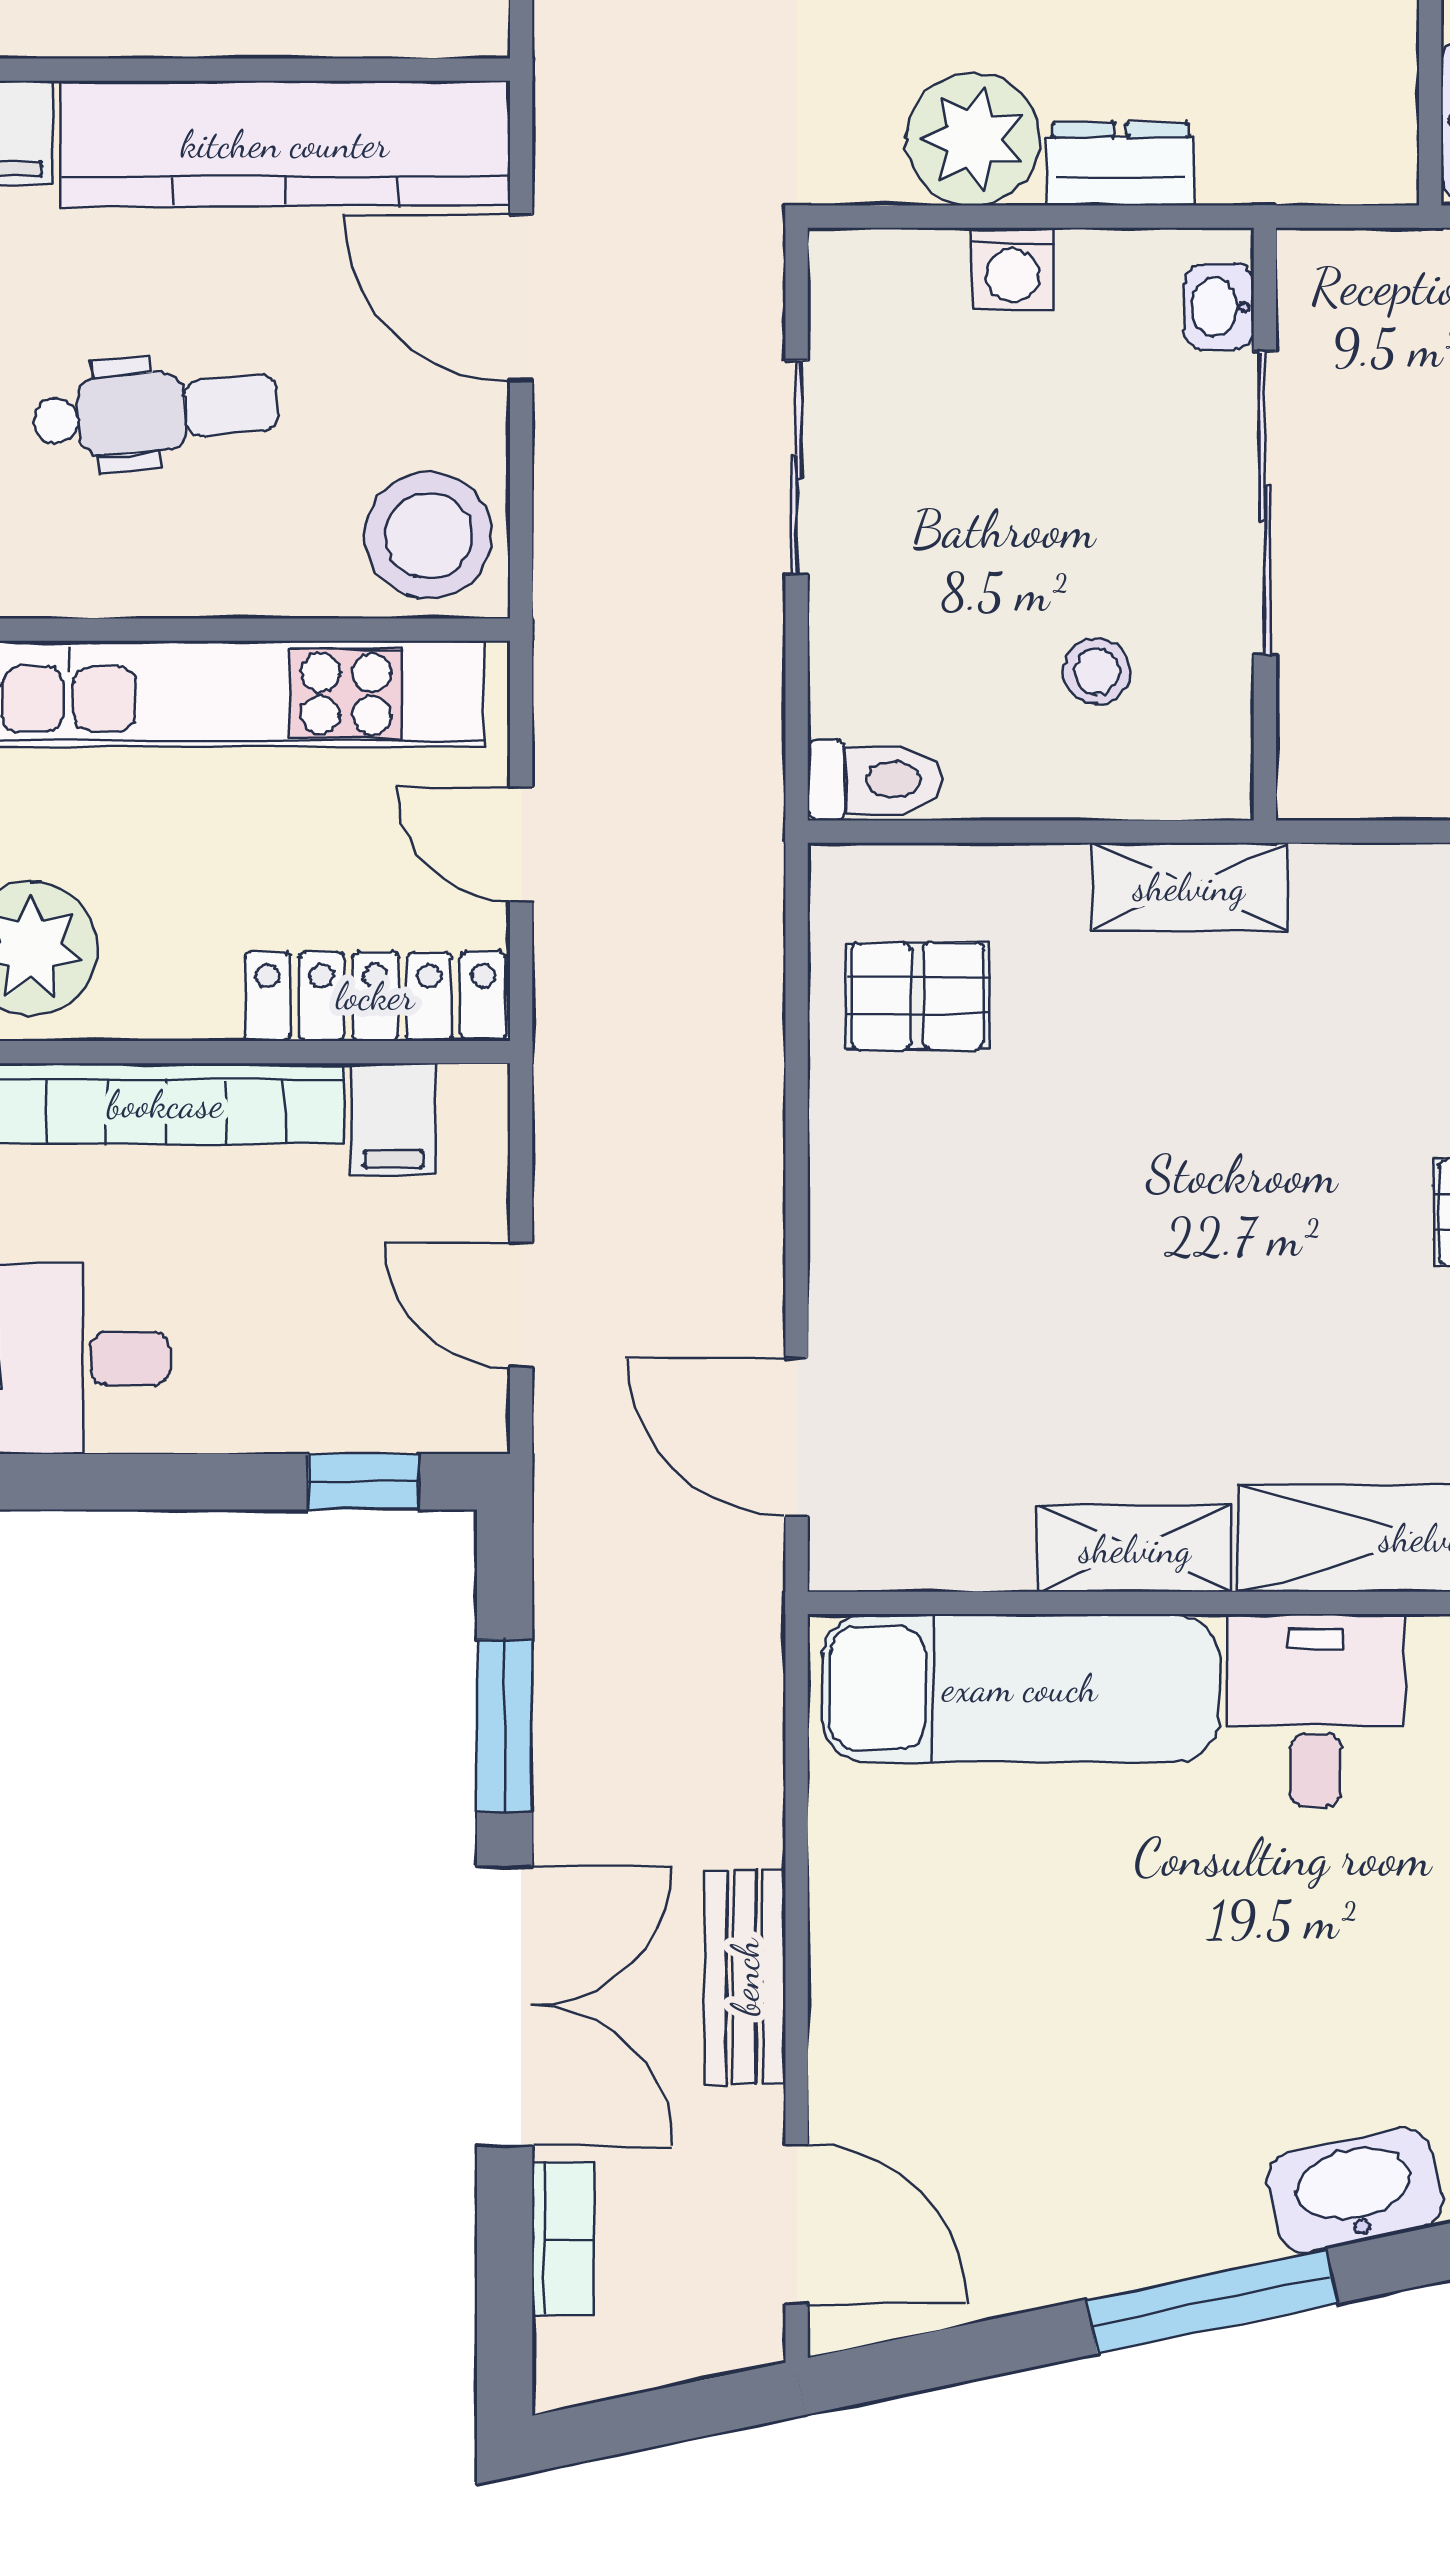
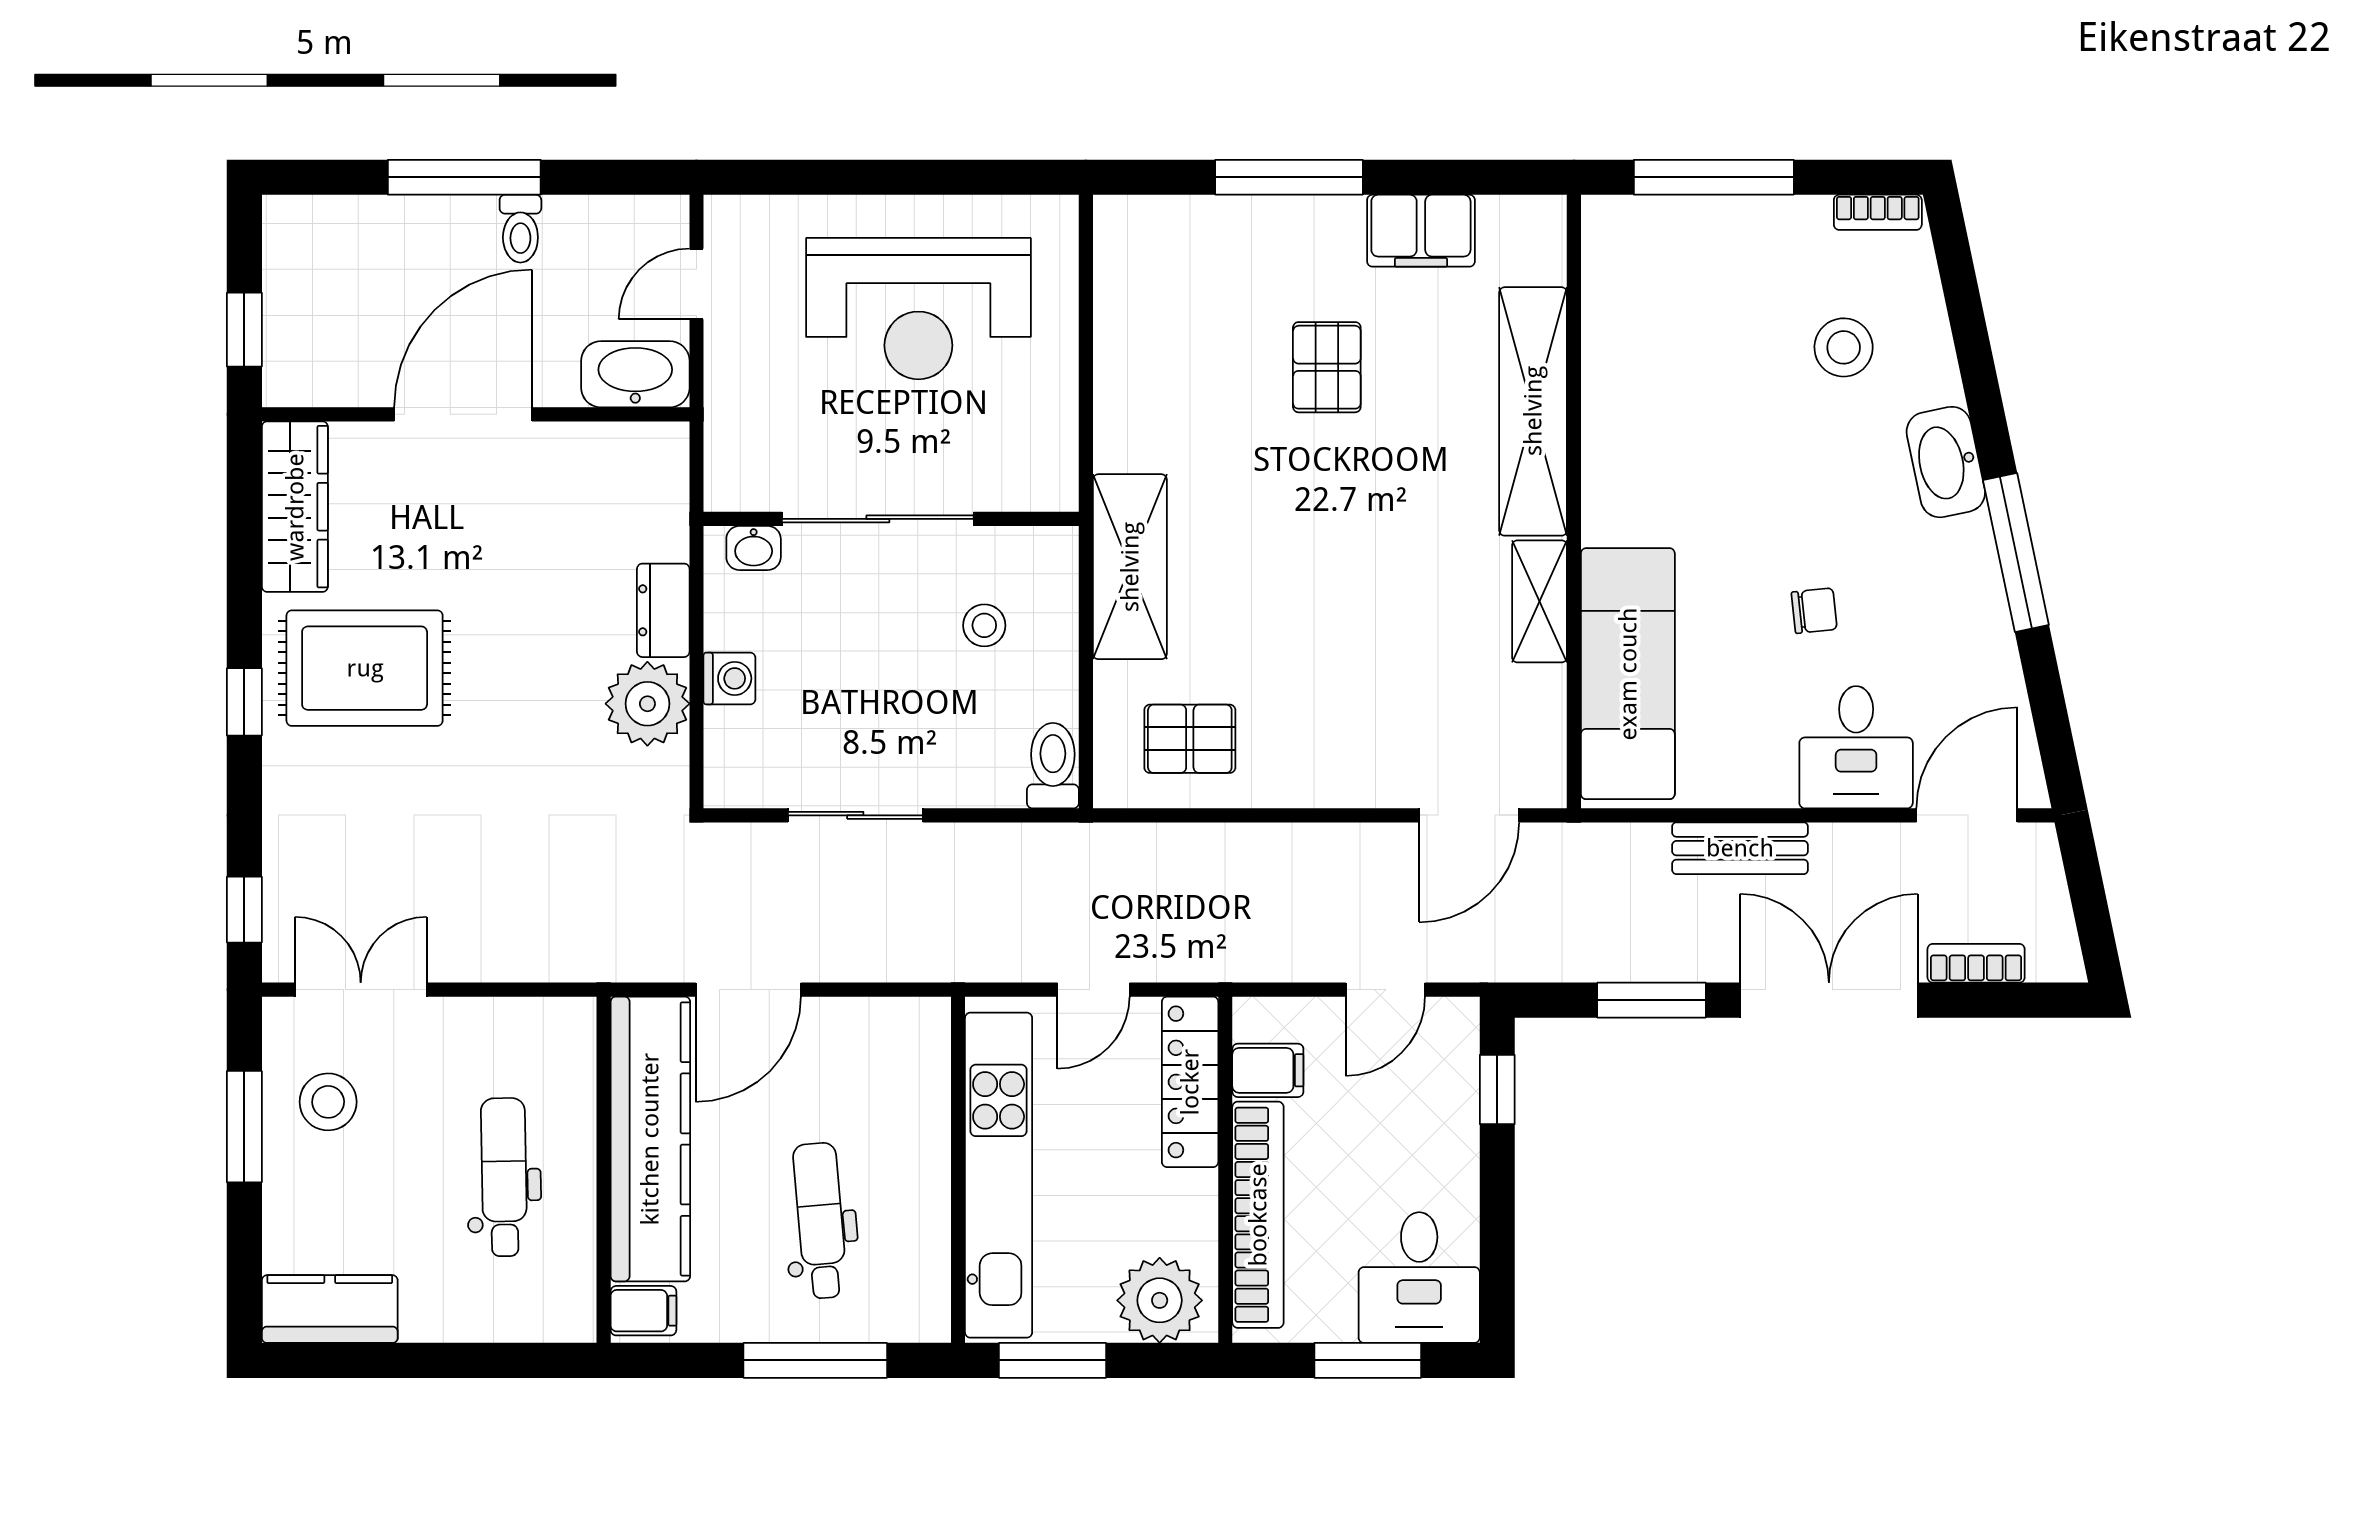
stool: (428, 535) -> (898, 1048), removed
shelving: (1189, 887) -> (1130, 567), width x1.50, depth x1.33
pallet: (917, 996) -> (1190, 739), turned 90
desk: (1316, 1711) -> (1856, 747), moved, turned -90
bench: (745, 1977) -> (1740, 848), moved
chair: (1120, 1983) -> (1814, 611), added

